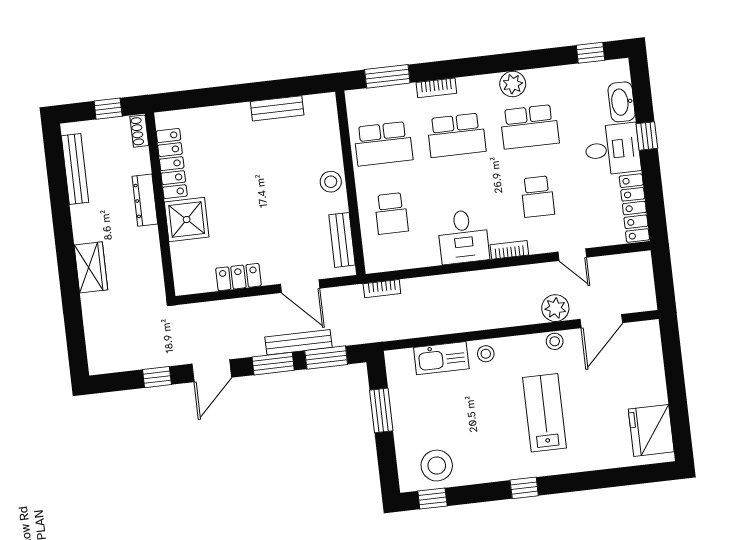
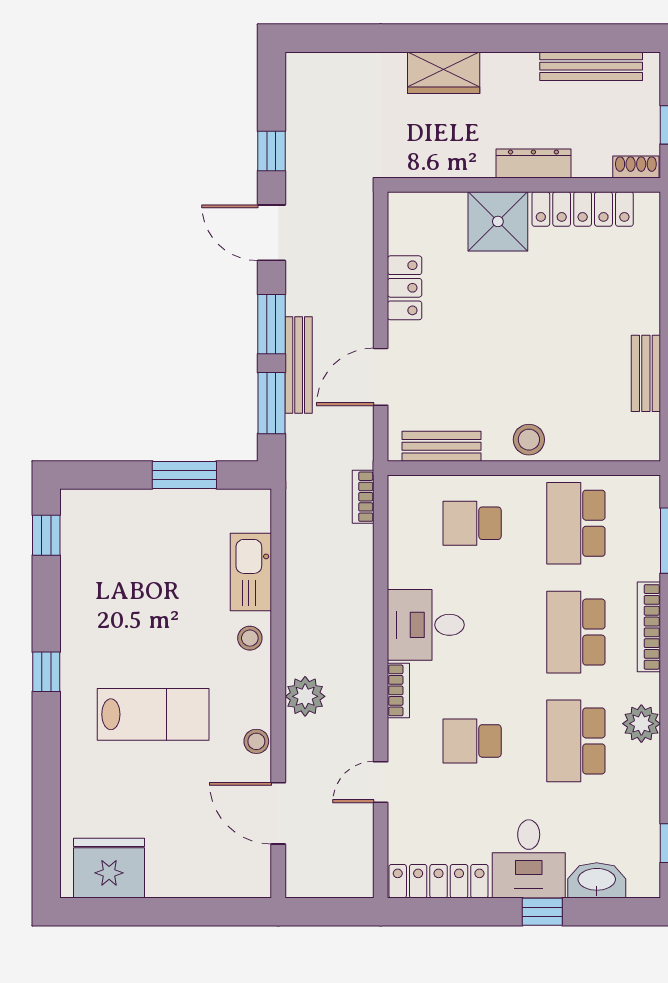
bookcase: (436, 88) -> (649, 627), width x1.56
plant: (555, 308) -> (305, 696), moved
stool: (437, 466) -> (94, 547), removed

